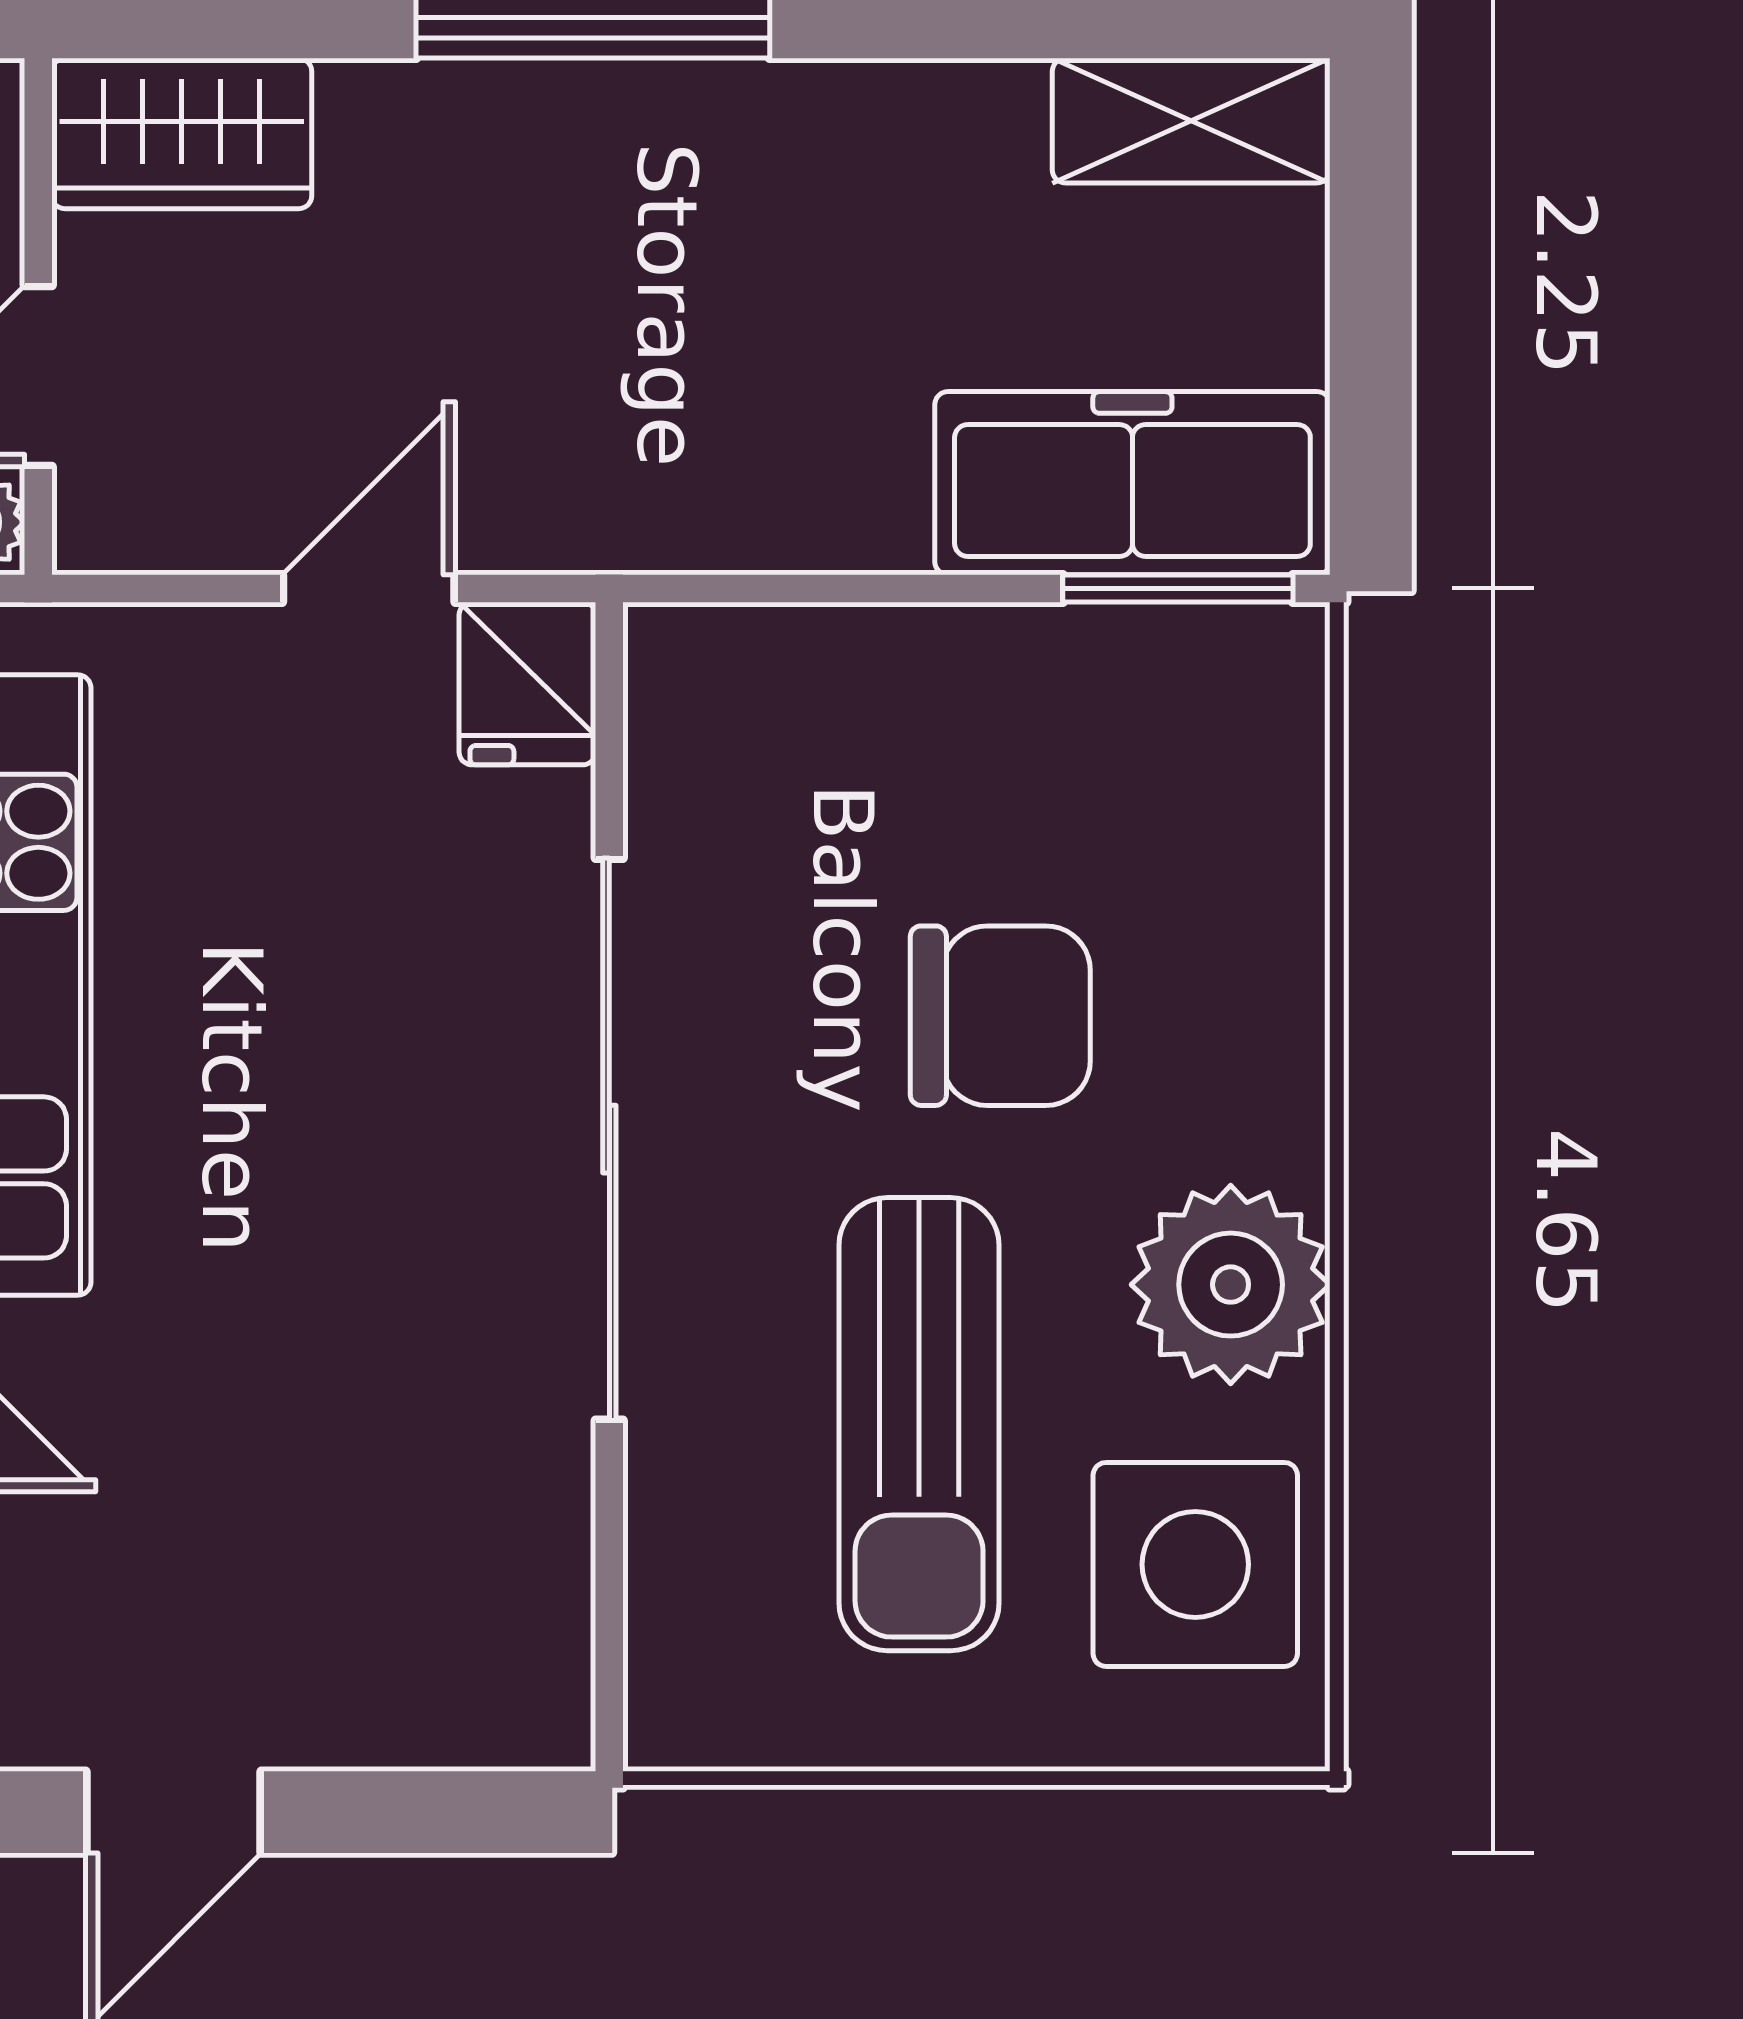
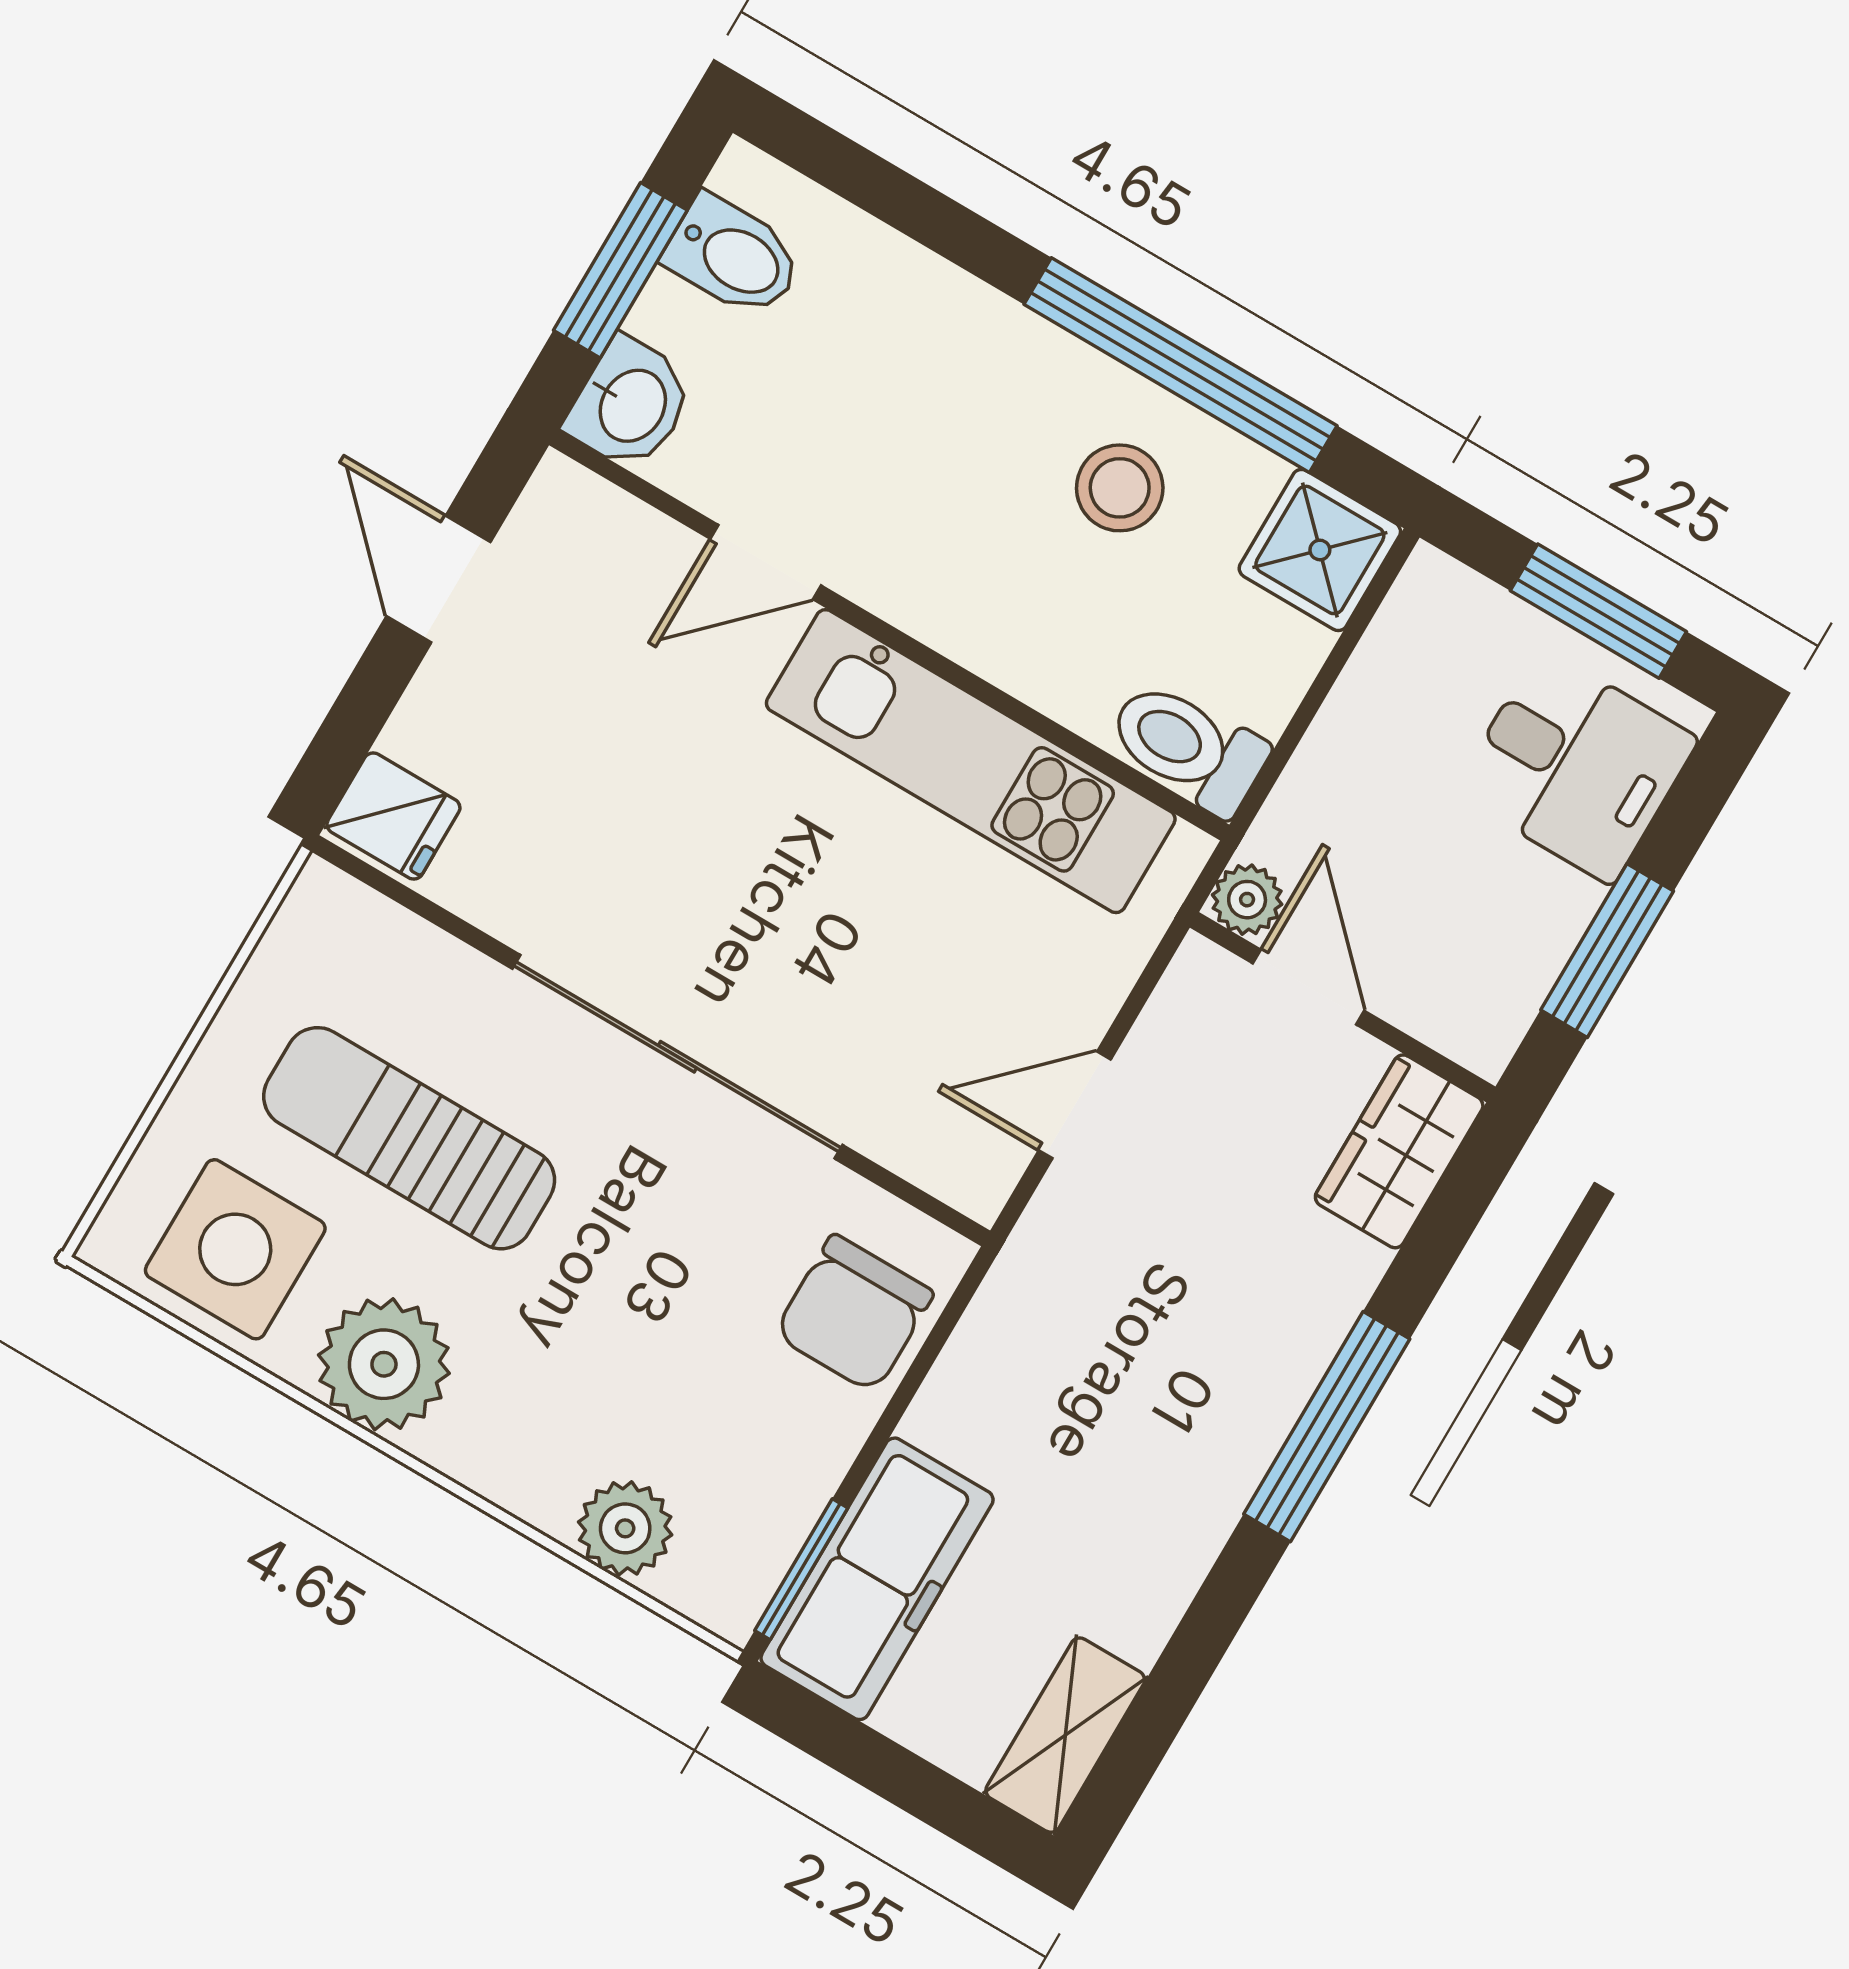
door: (369, 588) -> (1075, 1105), swing flipped
fridge: (527, 683) -> (393, 816), moved, turned 180
plant: (1259, 847) -> (625, 1528), added
chair: (1000, 1016) -> (854, 1314), moved

